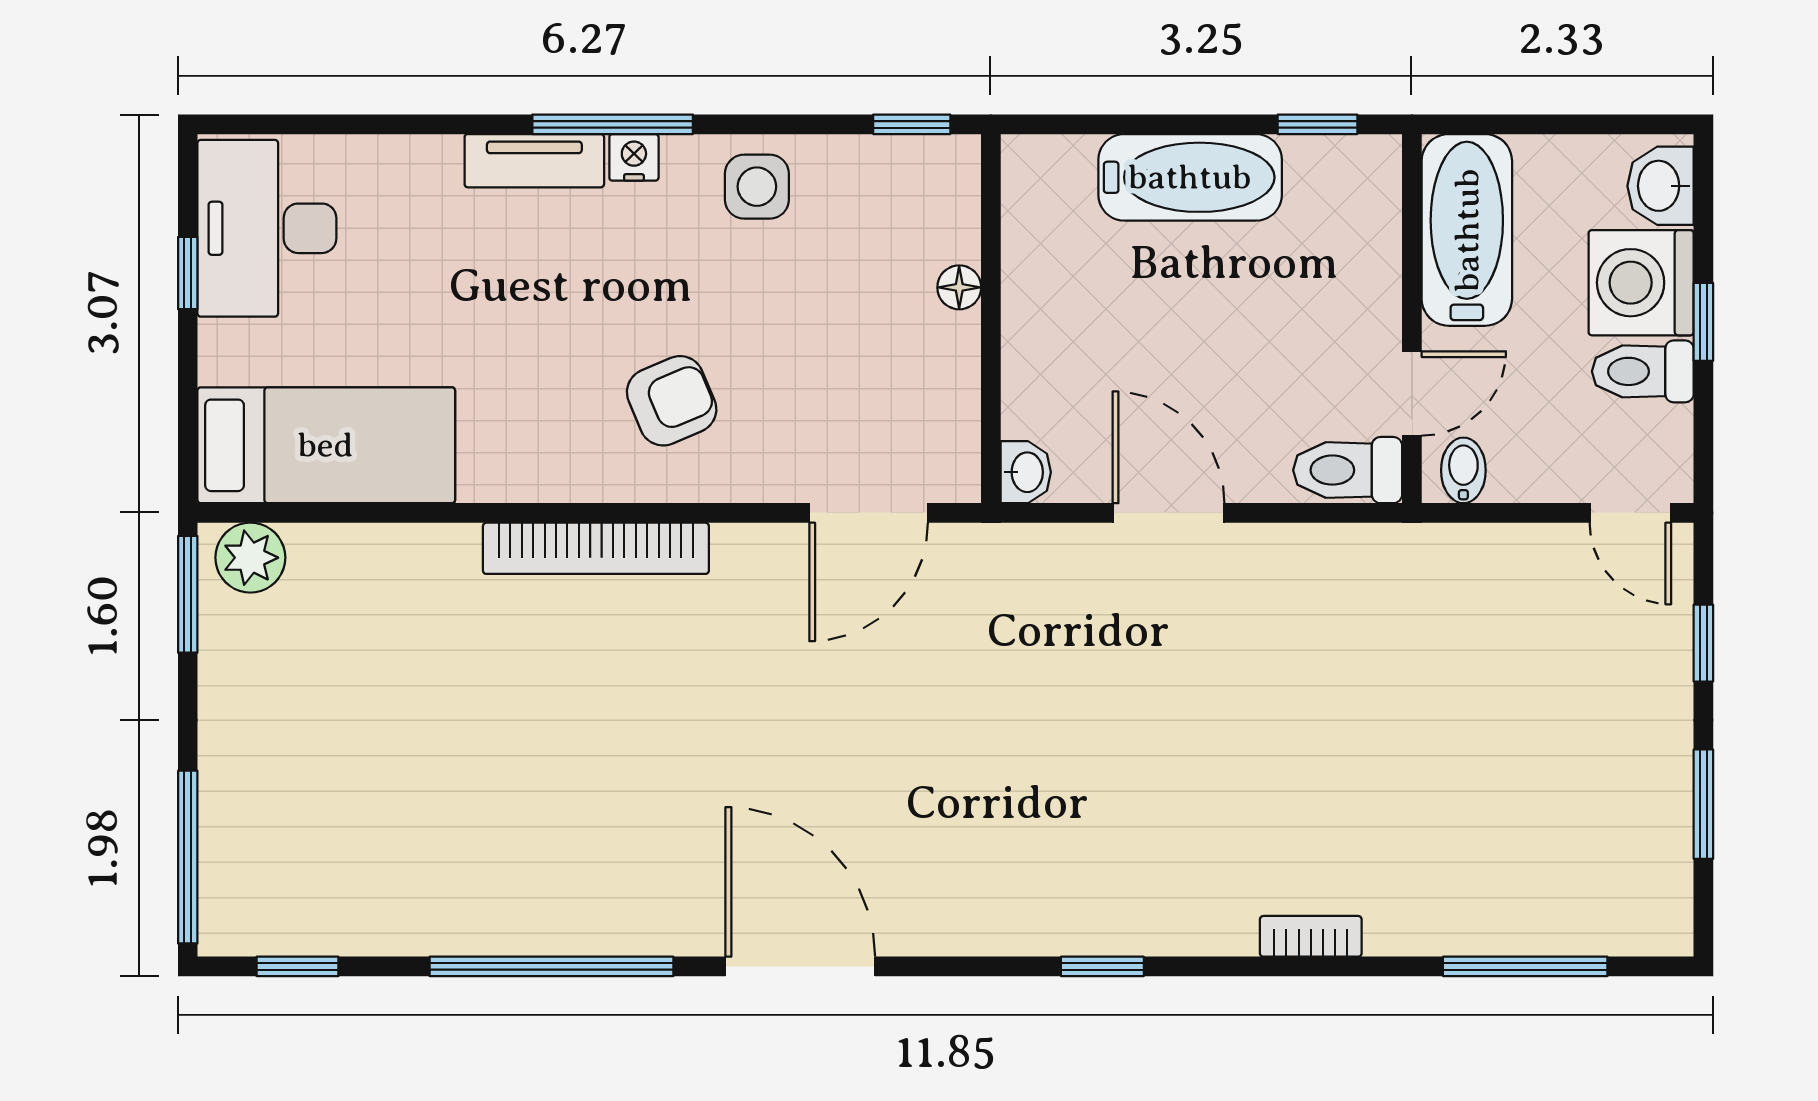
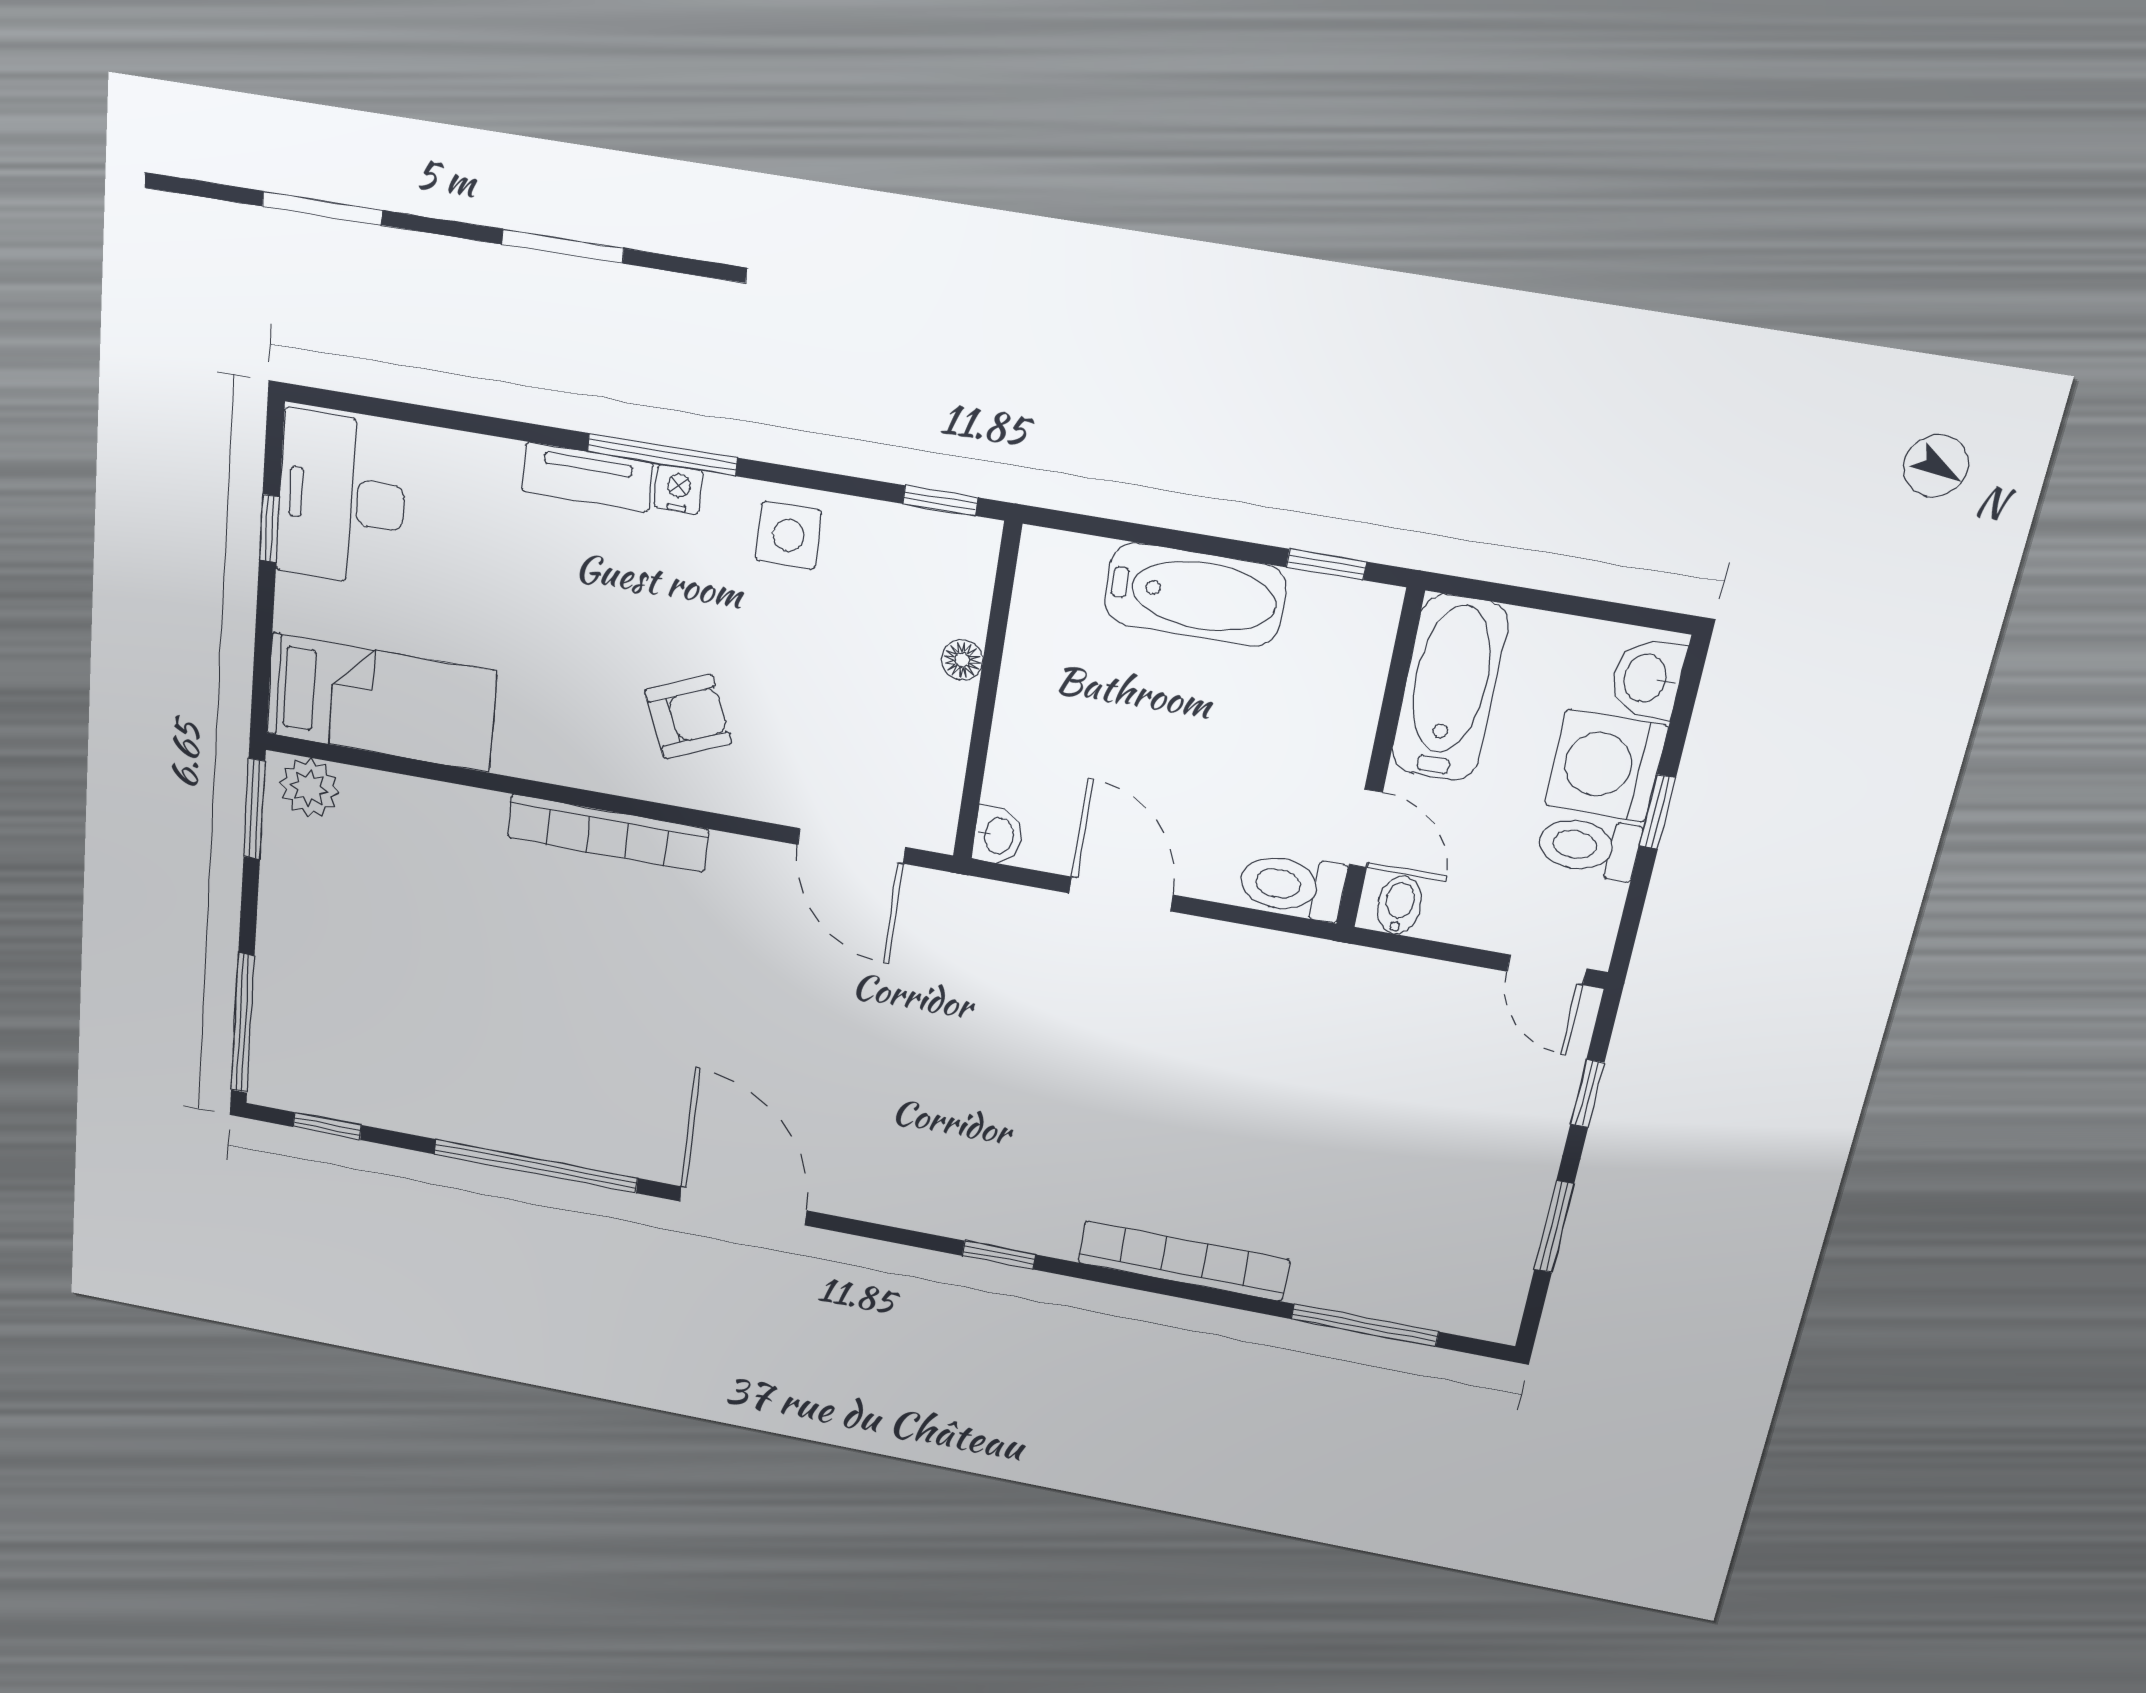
door: (1412, 393) -> (1366, 828), hinge flipped
door: (869, 513) -> (851, 846), hinge flipped
bookcase: (1311, 936) -> (1183, 1261), width x2.31, depth x1.31

